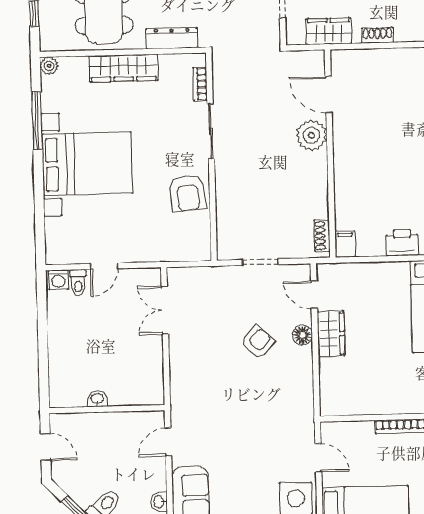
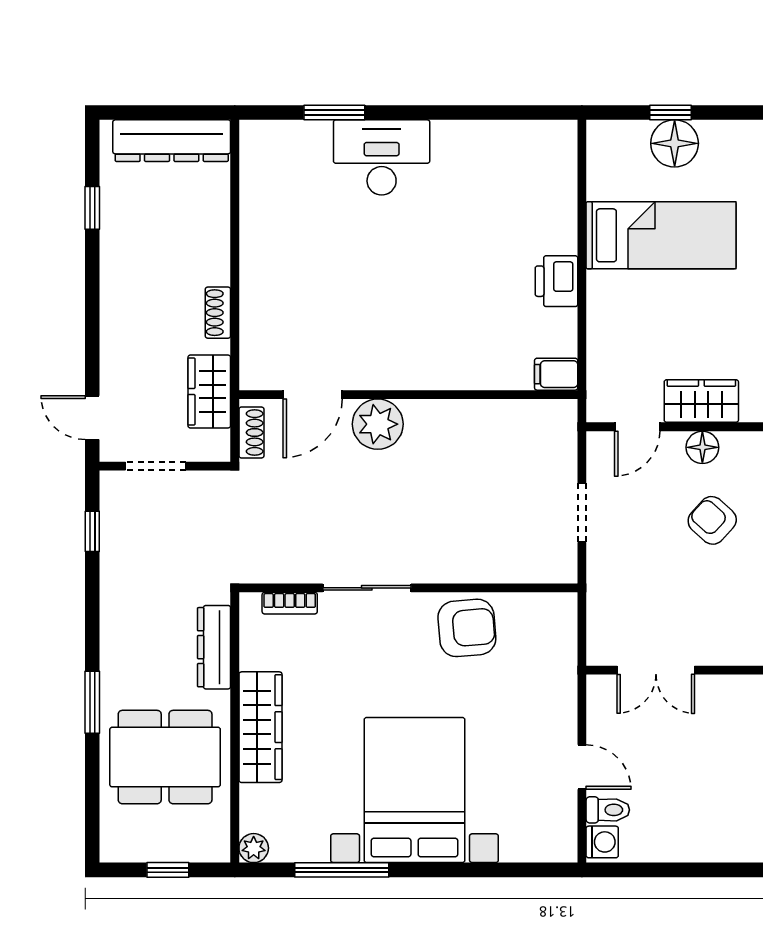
shoe rack: (322, 236) -> (251, 433), moved, turned -90

